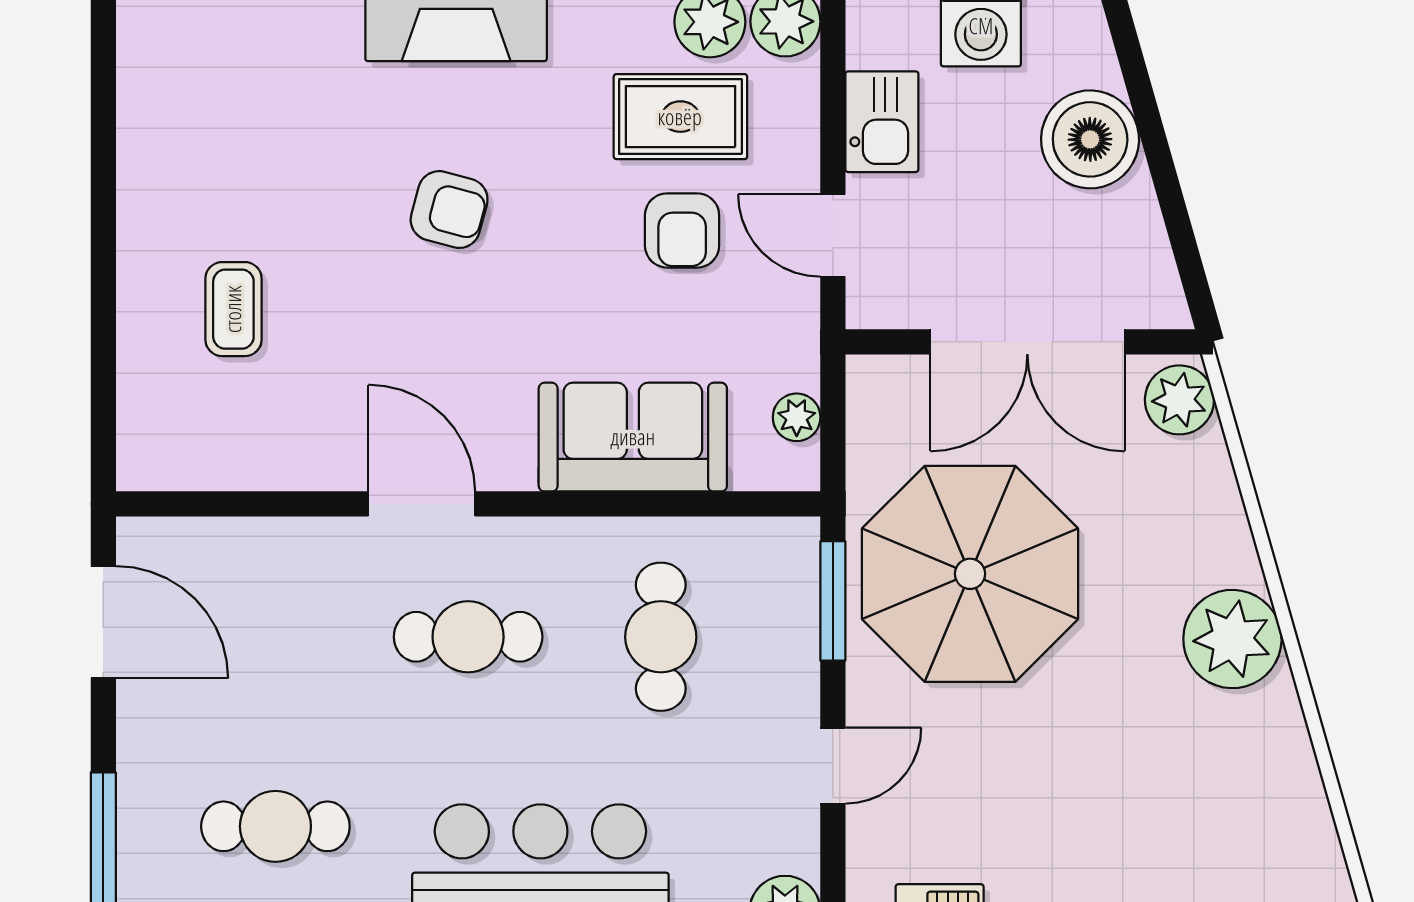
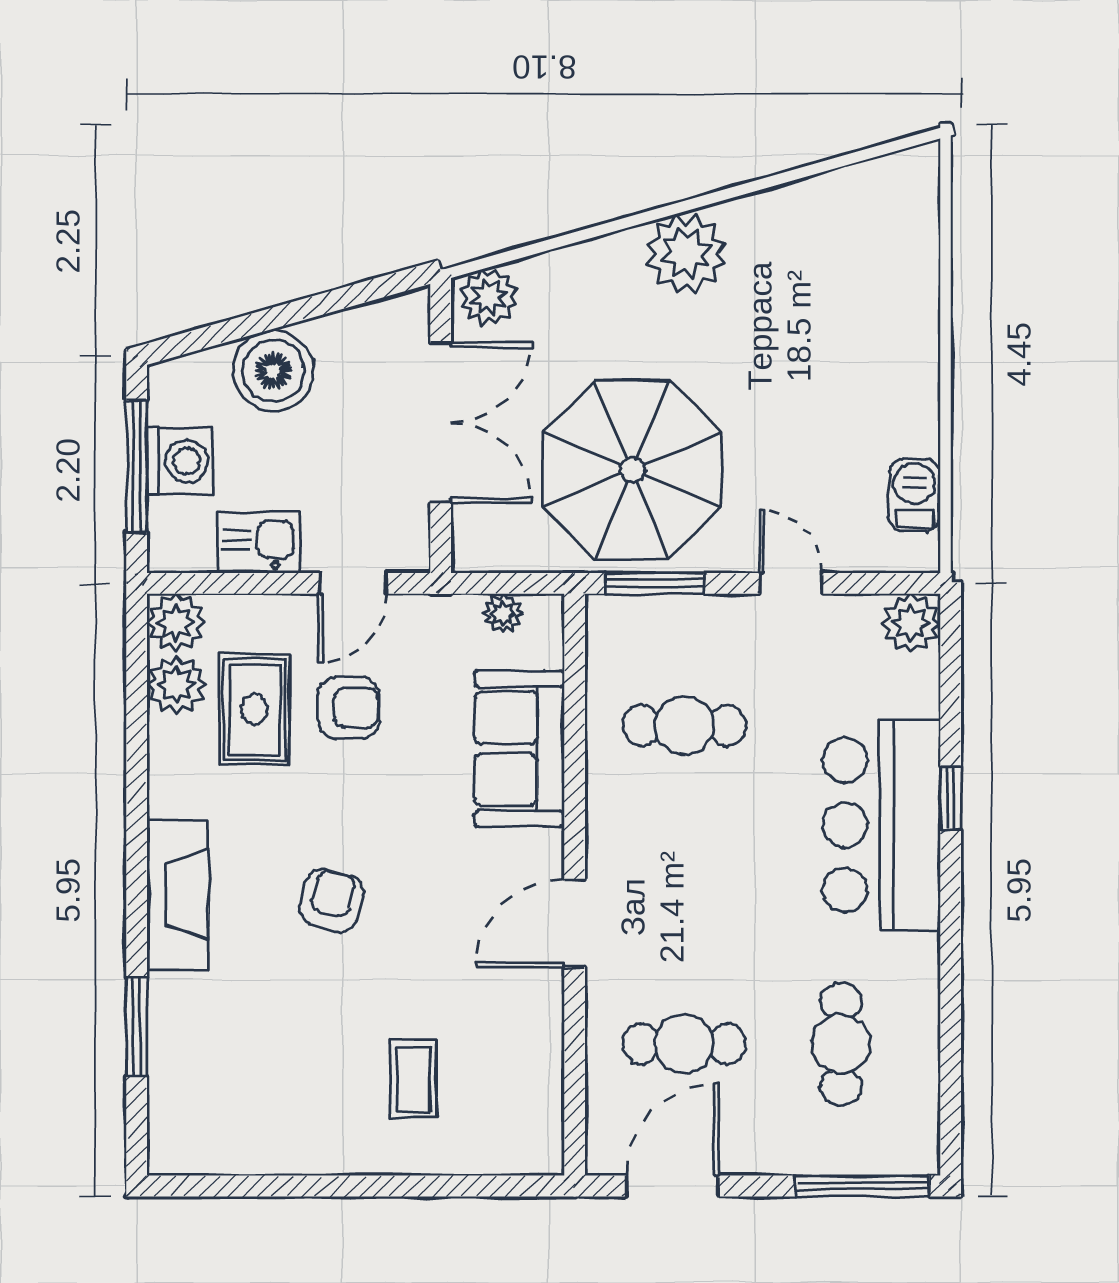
coffee table: (233, 309) -> (414, 1079), turned 90
cafe table: (468, 637) -> (684, 1044), moved, turned 90

